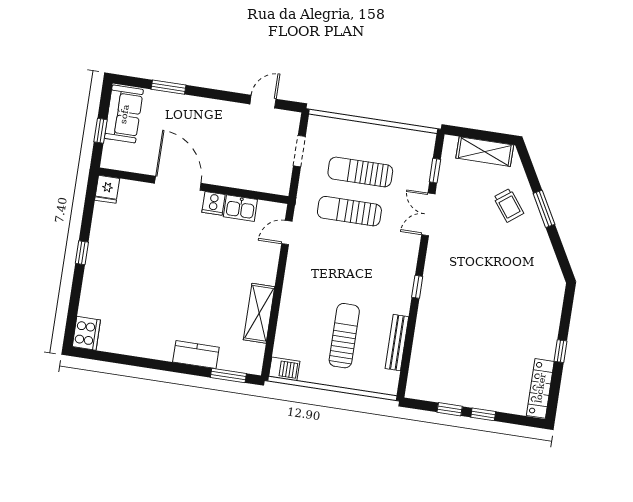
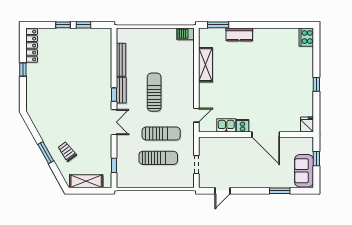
double door: (428, 214) -> (114, 122), moved
bench: (404, 292) -> (121, 90), added
sun lounger: (344, 336) -> (154, 92), moved, turned 180

